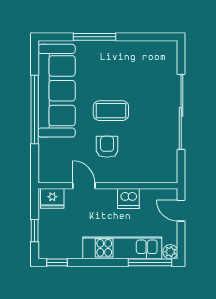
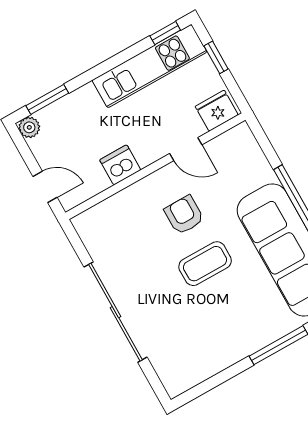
armchair: (107, 147) -> (184, 215), turned 180
kitchen unit: (122, 248) -> (150, 66), moved
window: (150, 262) -> (47, 99), width x0.69

